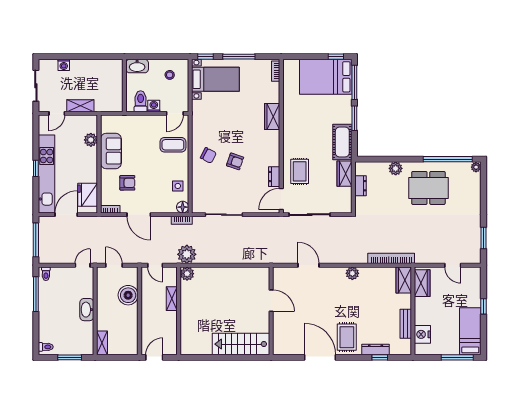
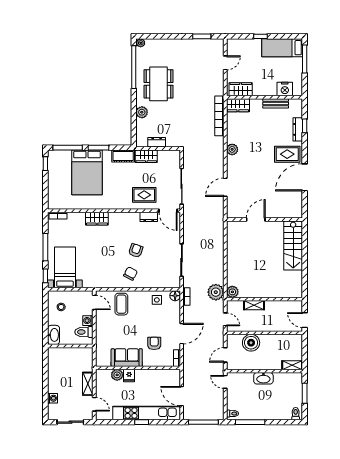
bed: (326, 77) -> (87, 172), moved
cot: (342, 142) -> (123, 156), width x0.73, depth x0.75
fridge: (88, 195) -> (129, 375), moved, width x0.53, depth x0.75
door: (155, 265) -> (225, 319), hinge flipped

